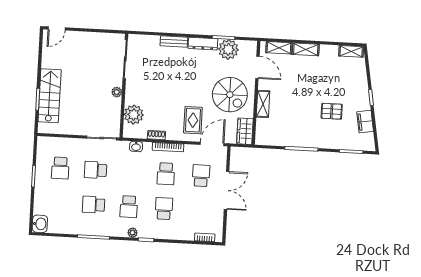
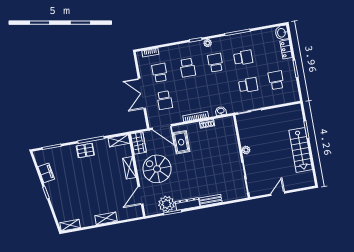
door: (57, 28) -> (278, 194), moved
shelving: (279, 48) -> (119, 141), moved
door: (257, 67) -> (140, 195), hinge flipped
stairs: (50, 96) -> (301, 150), moved
pallet: (332, 111) -> (85, 150), moved
plant: (134, 115) -> (229, 136), removed
door: (212, 144) -> (162, 127), hinge flipped
school desk: (166, 174) -> (160, 73), moved
locker: (39, 203) -> (286, 49), added

